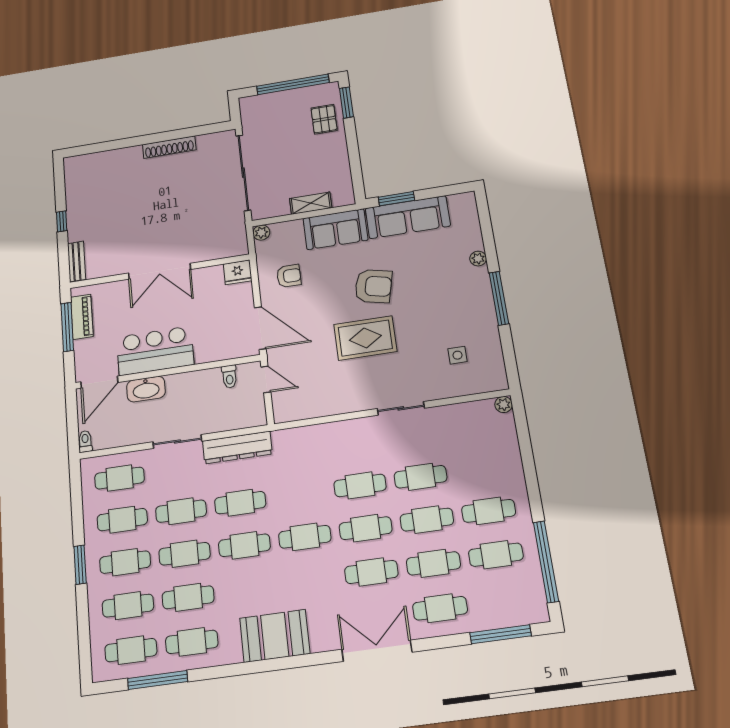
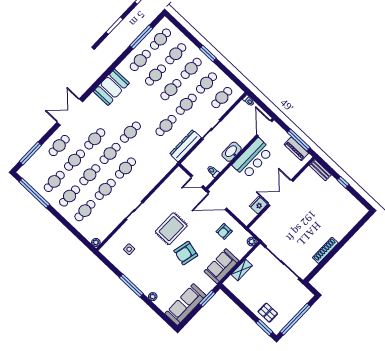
sofa: (408, 217) -> (185, 305), moved
fridge: (238, 272) -> (258, 205), moved
washbasin: (146, 389) -> (232, 152), moved
cafe table: (244, 545) -> (85, 211), moved
double door: (377, 651) -> (70, 112), swing flipped

